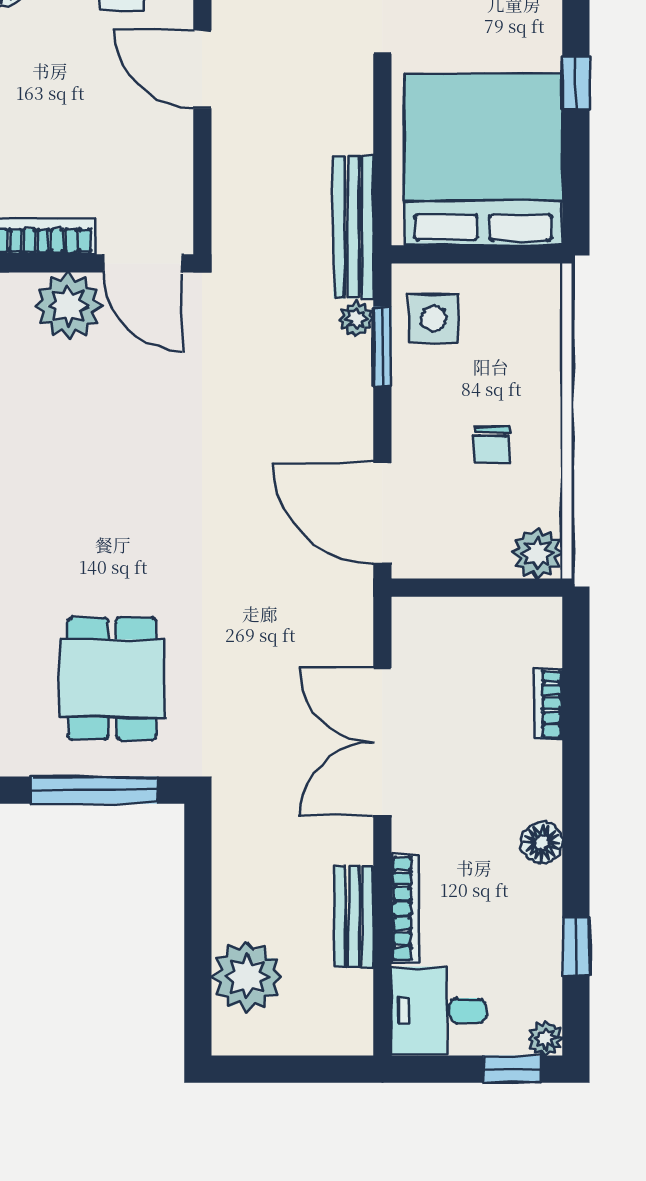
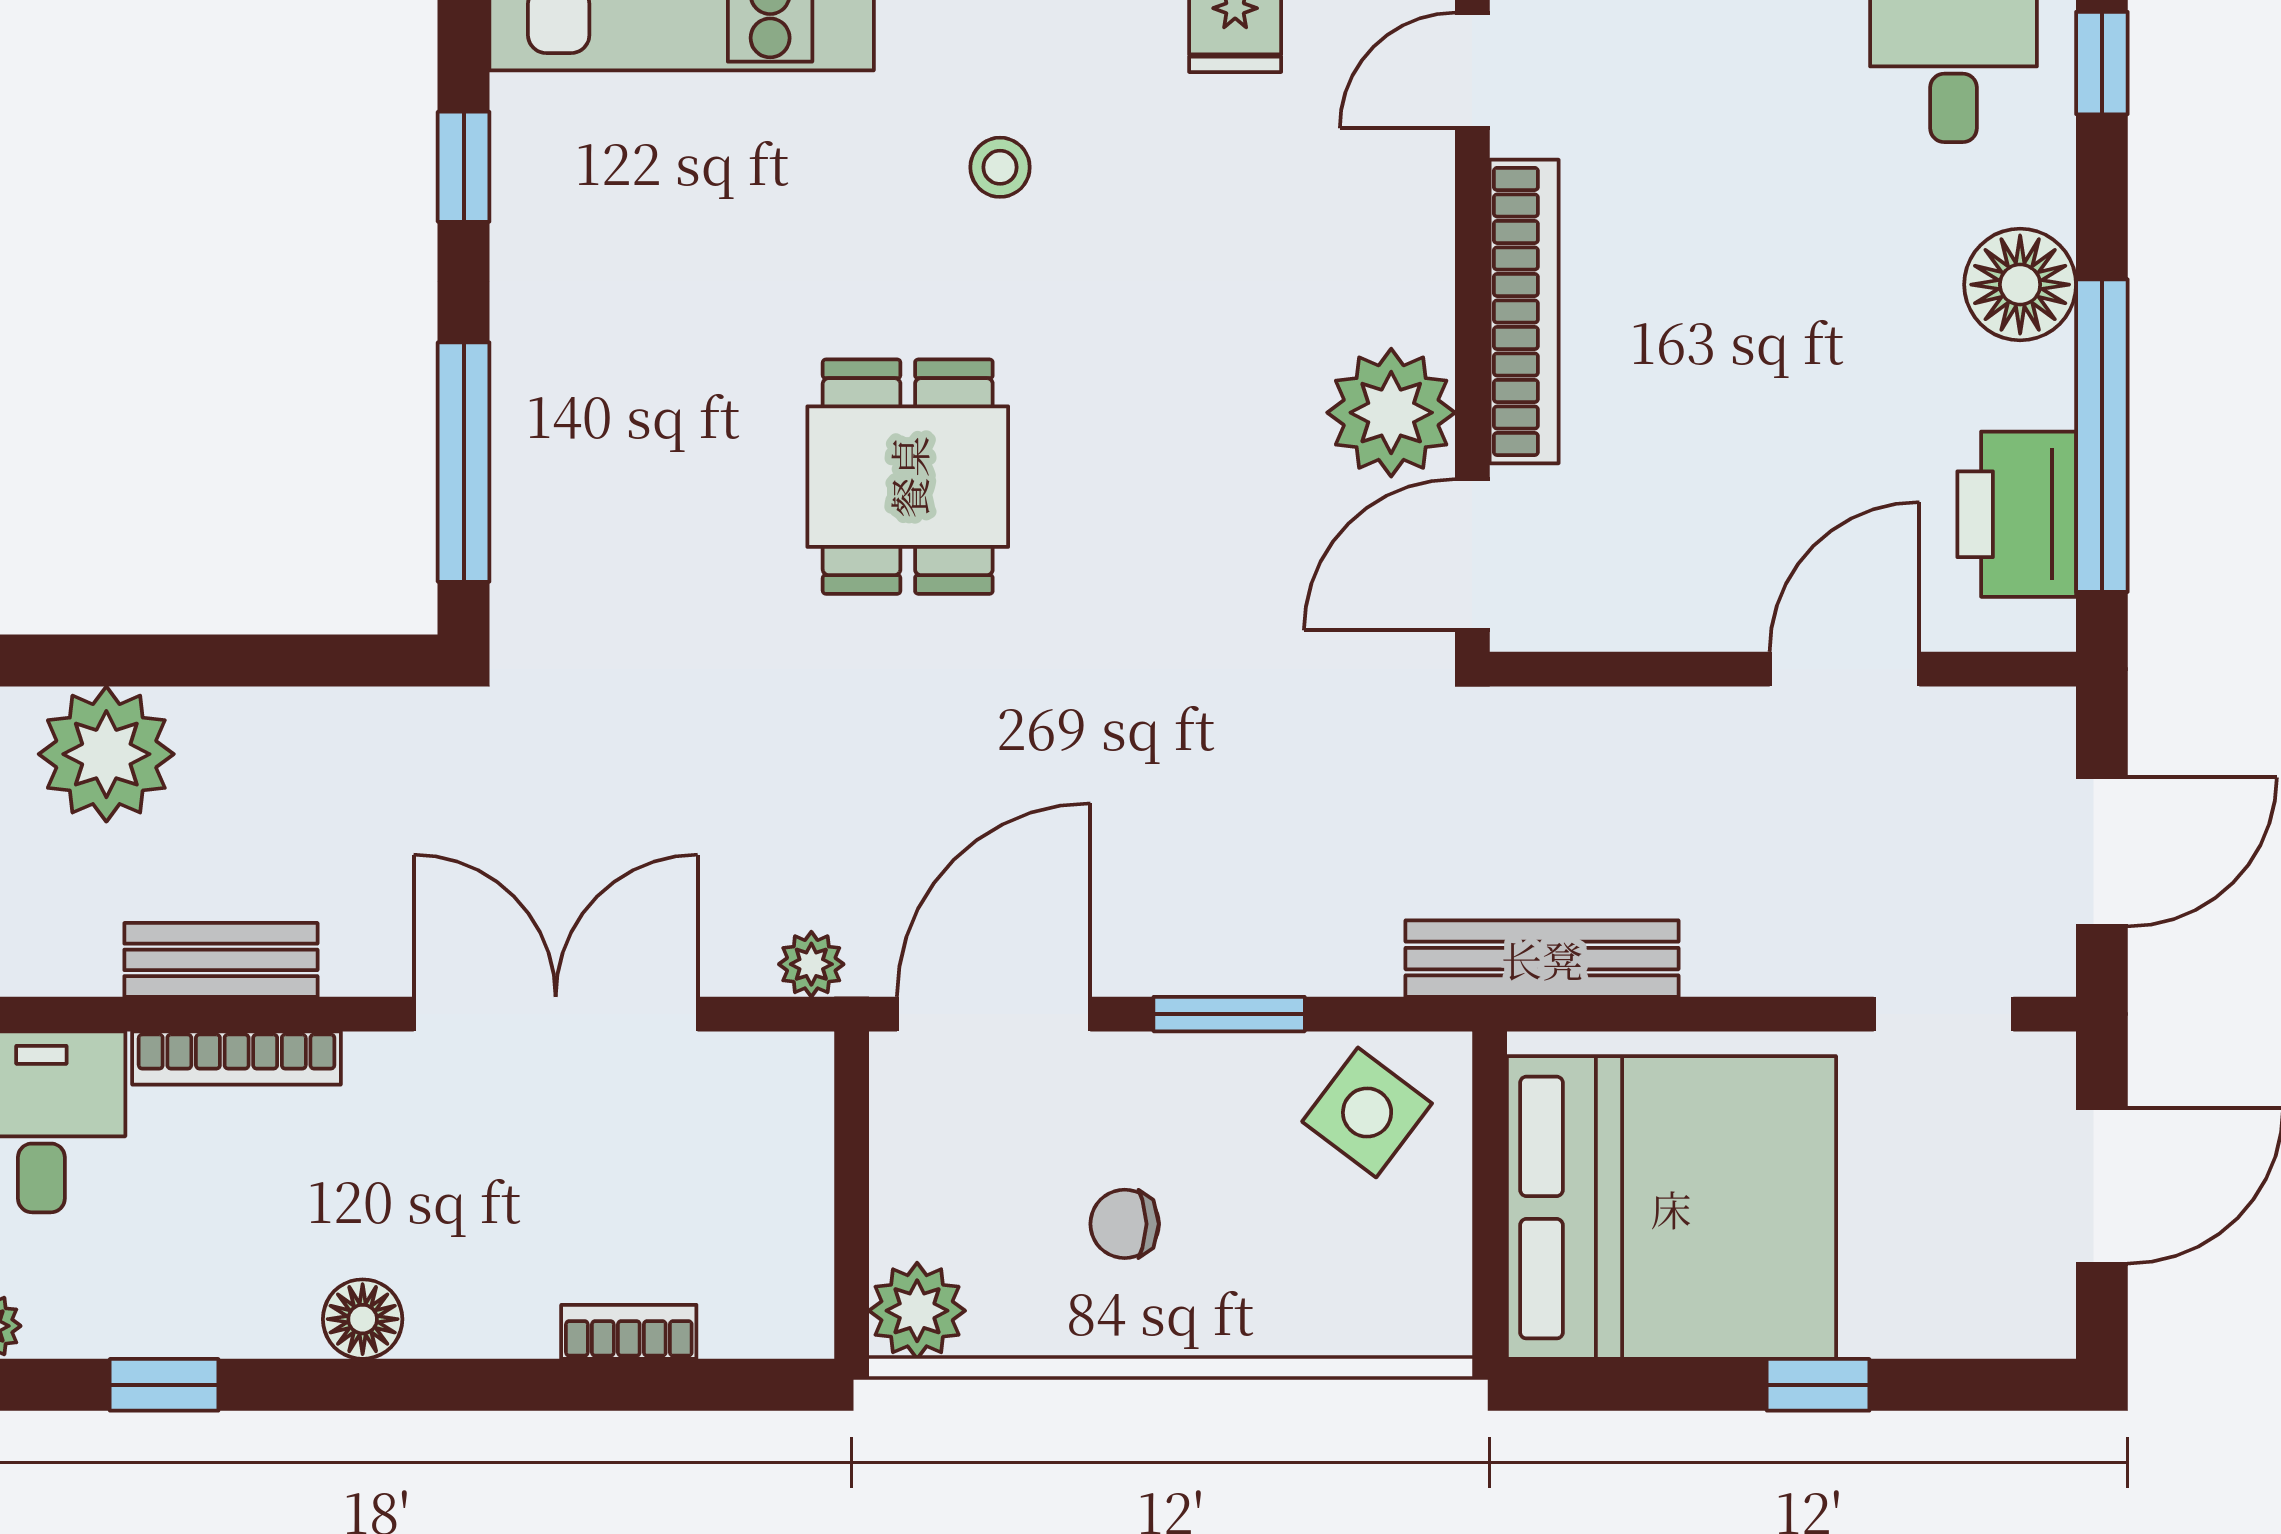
side table: (434, 318) -> (1367, 1112), turned 37
plant: (356, 319) -> (811, 964), moved
window: (382, 346) -> (1229, 1014), moved
dining table: (112, 679) -> (908, 477), moved, turned 90

